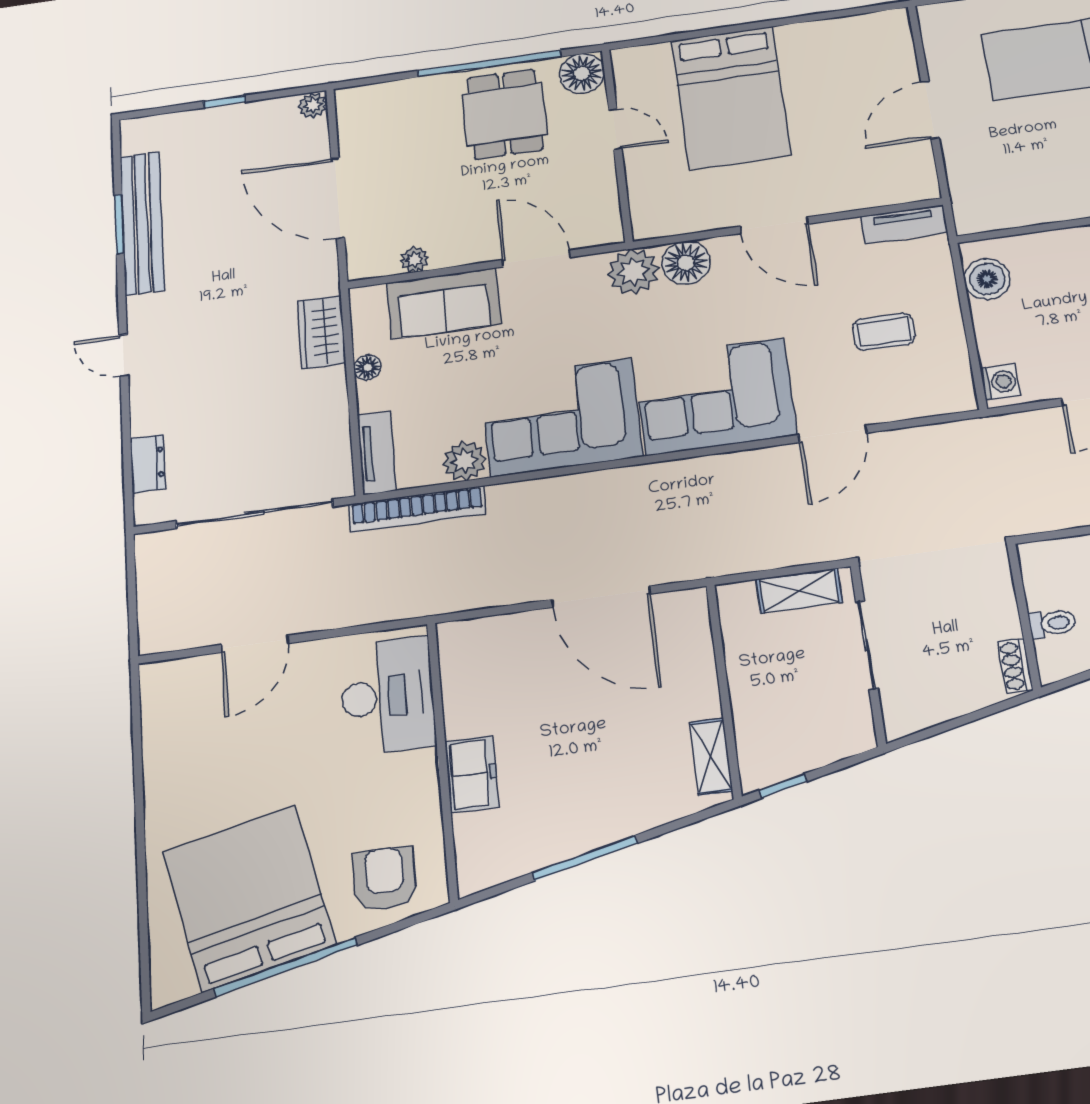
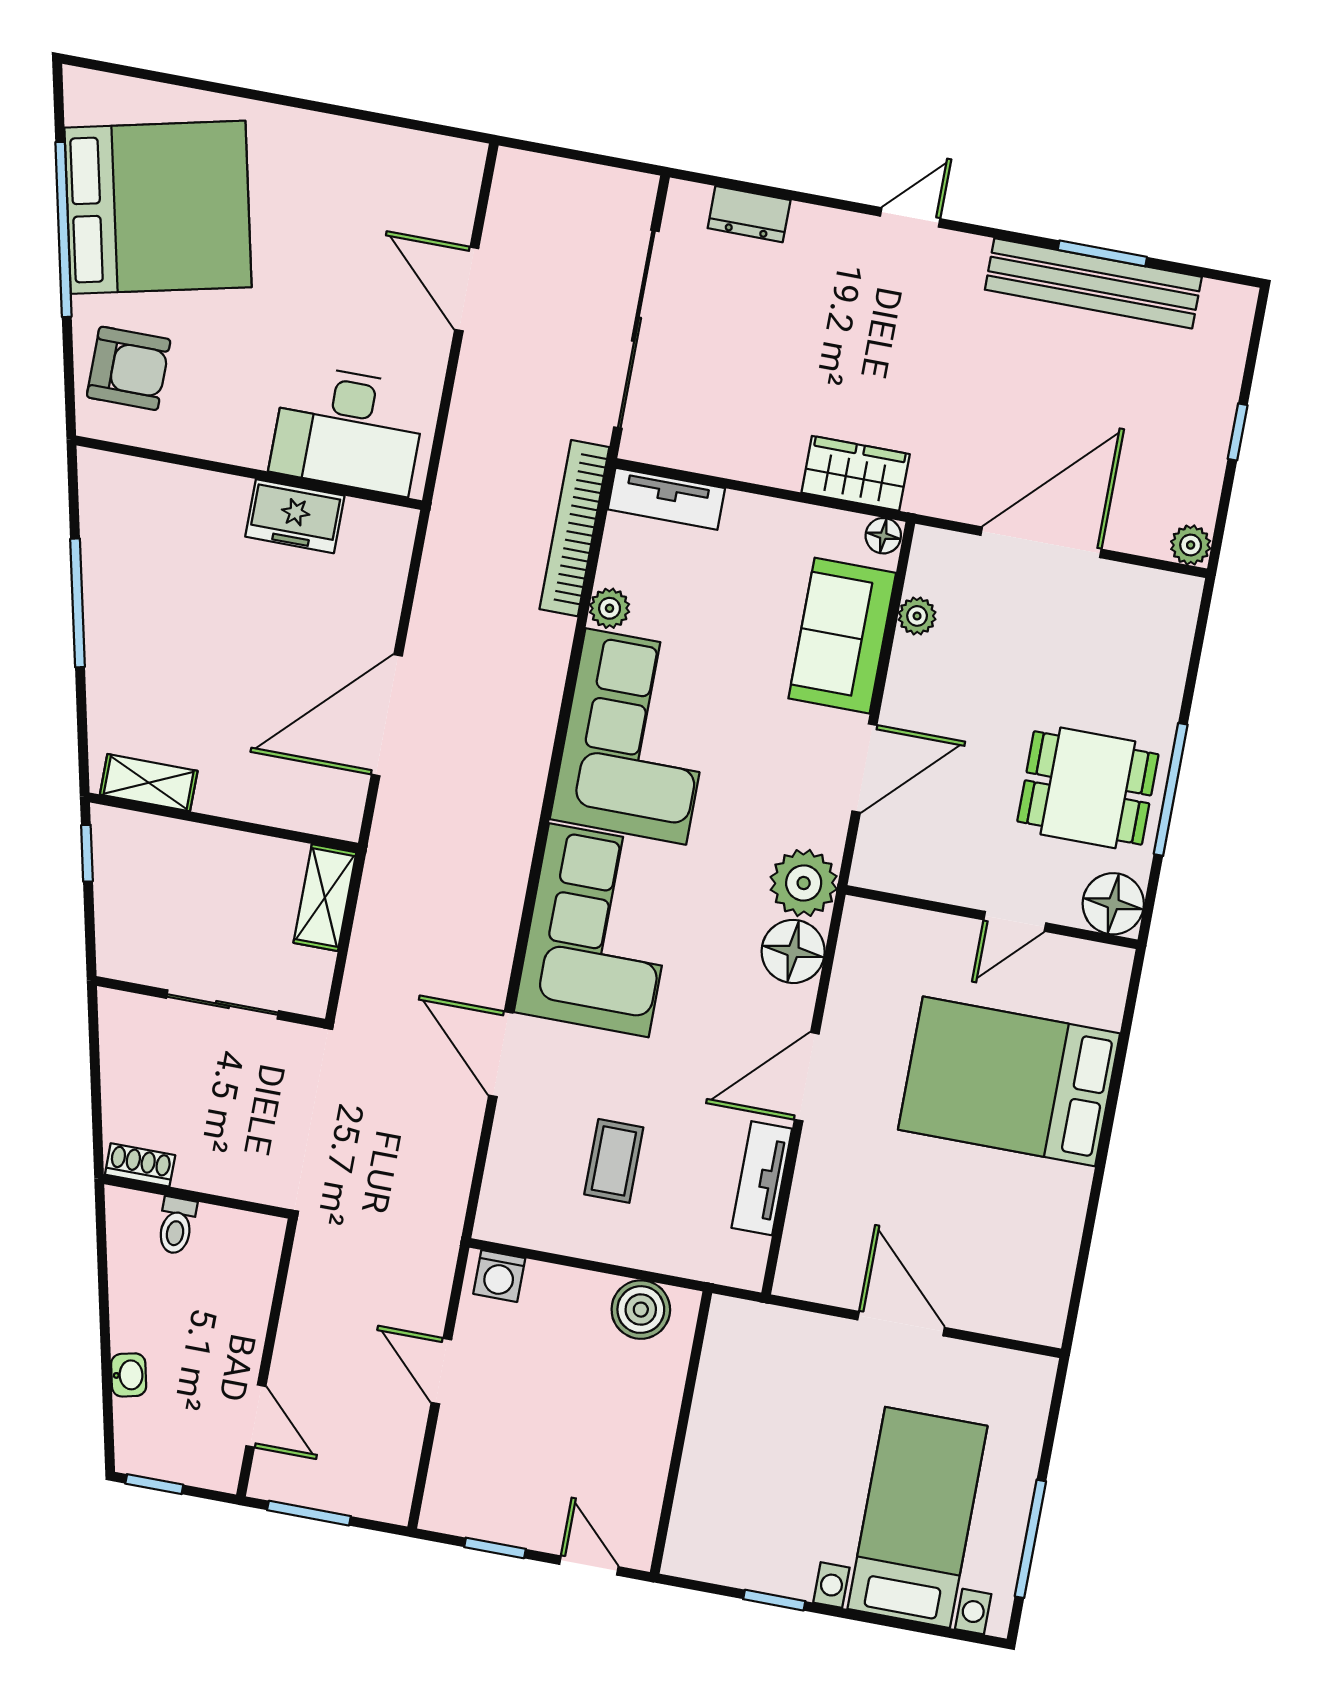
window: (489, 64) -> (1171, 789), width x0.68
tv unit: (904, 225) -> (762, 1178), moved
floor lamp: (367, 367) -> (883, 536), moved
plant: (464, 461) -> (610, 608), width x0.73, depth x0.73
shelving: (799, 591) -> (325, 898), moved
freezer: (472, 774) -> (295, 516), moved

